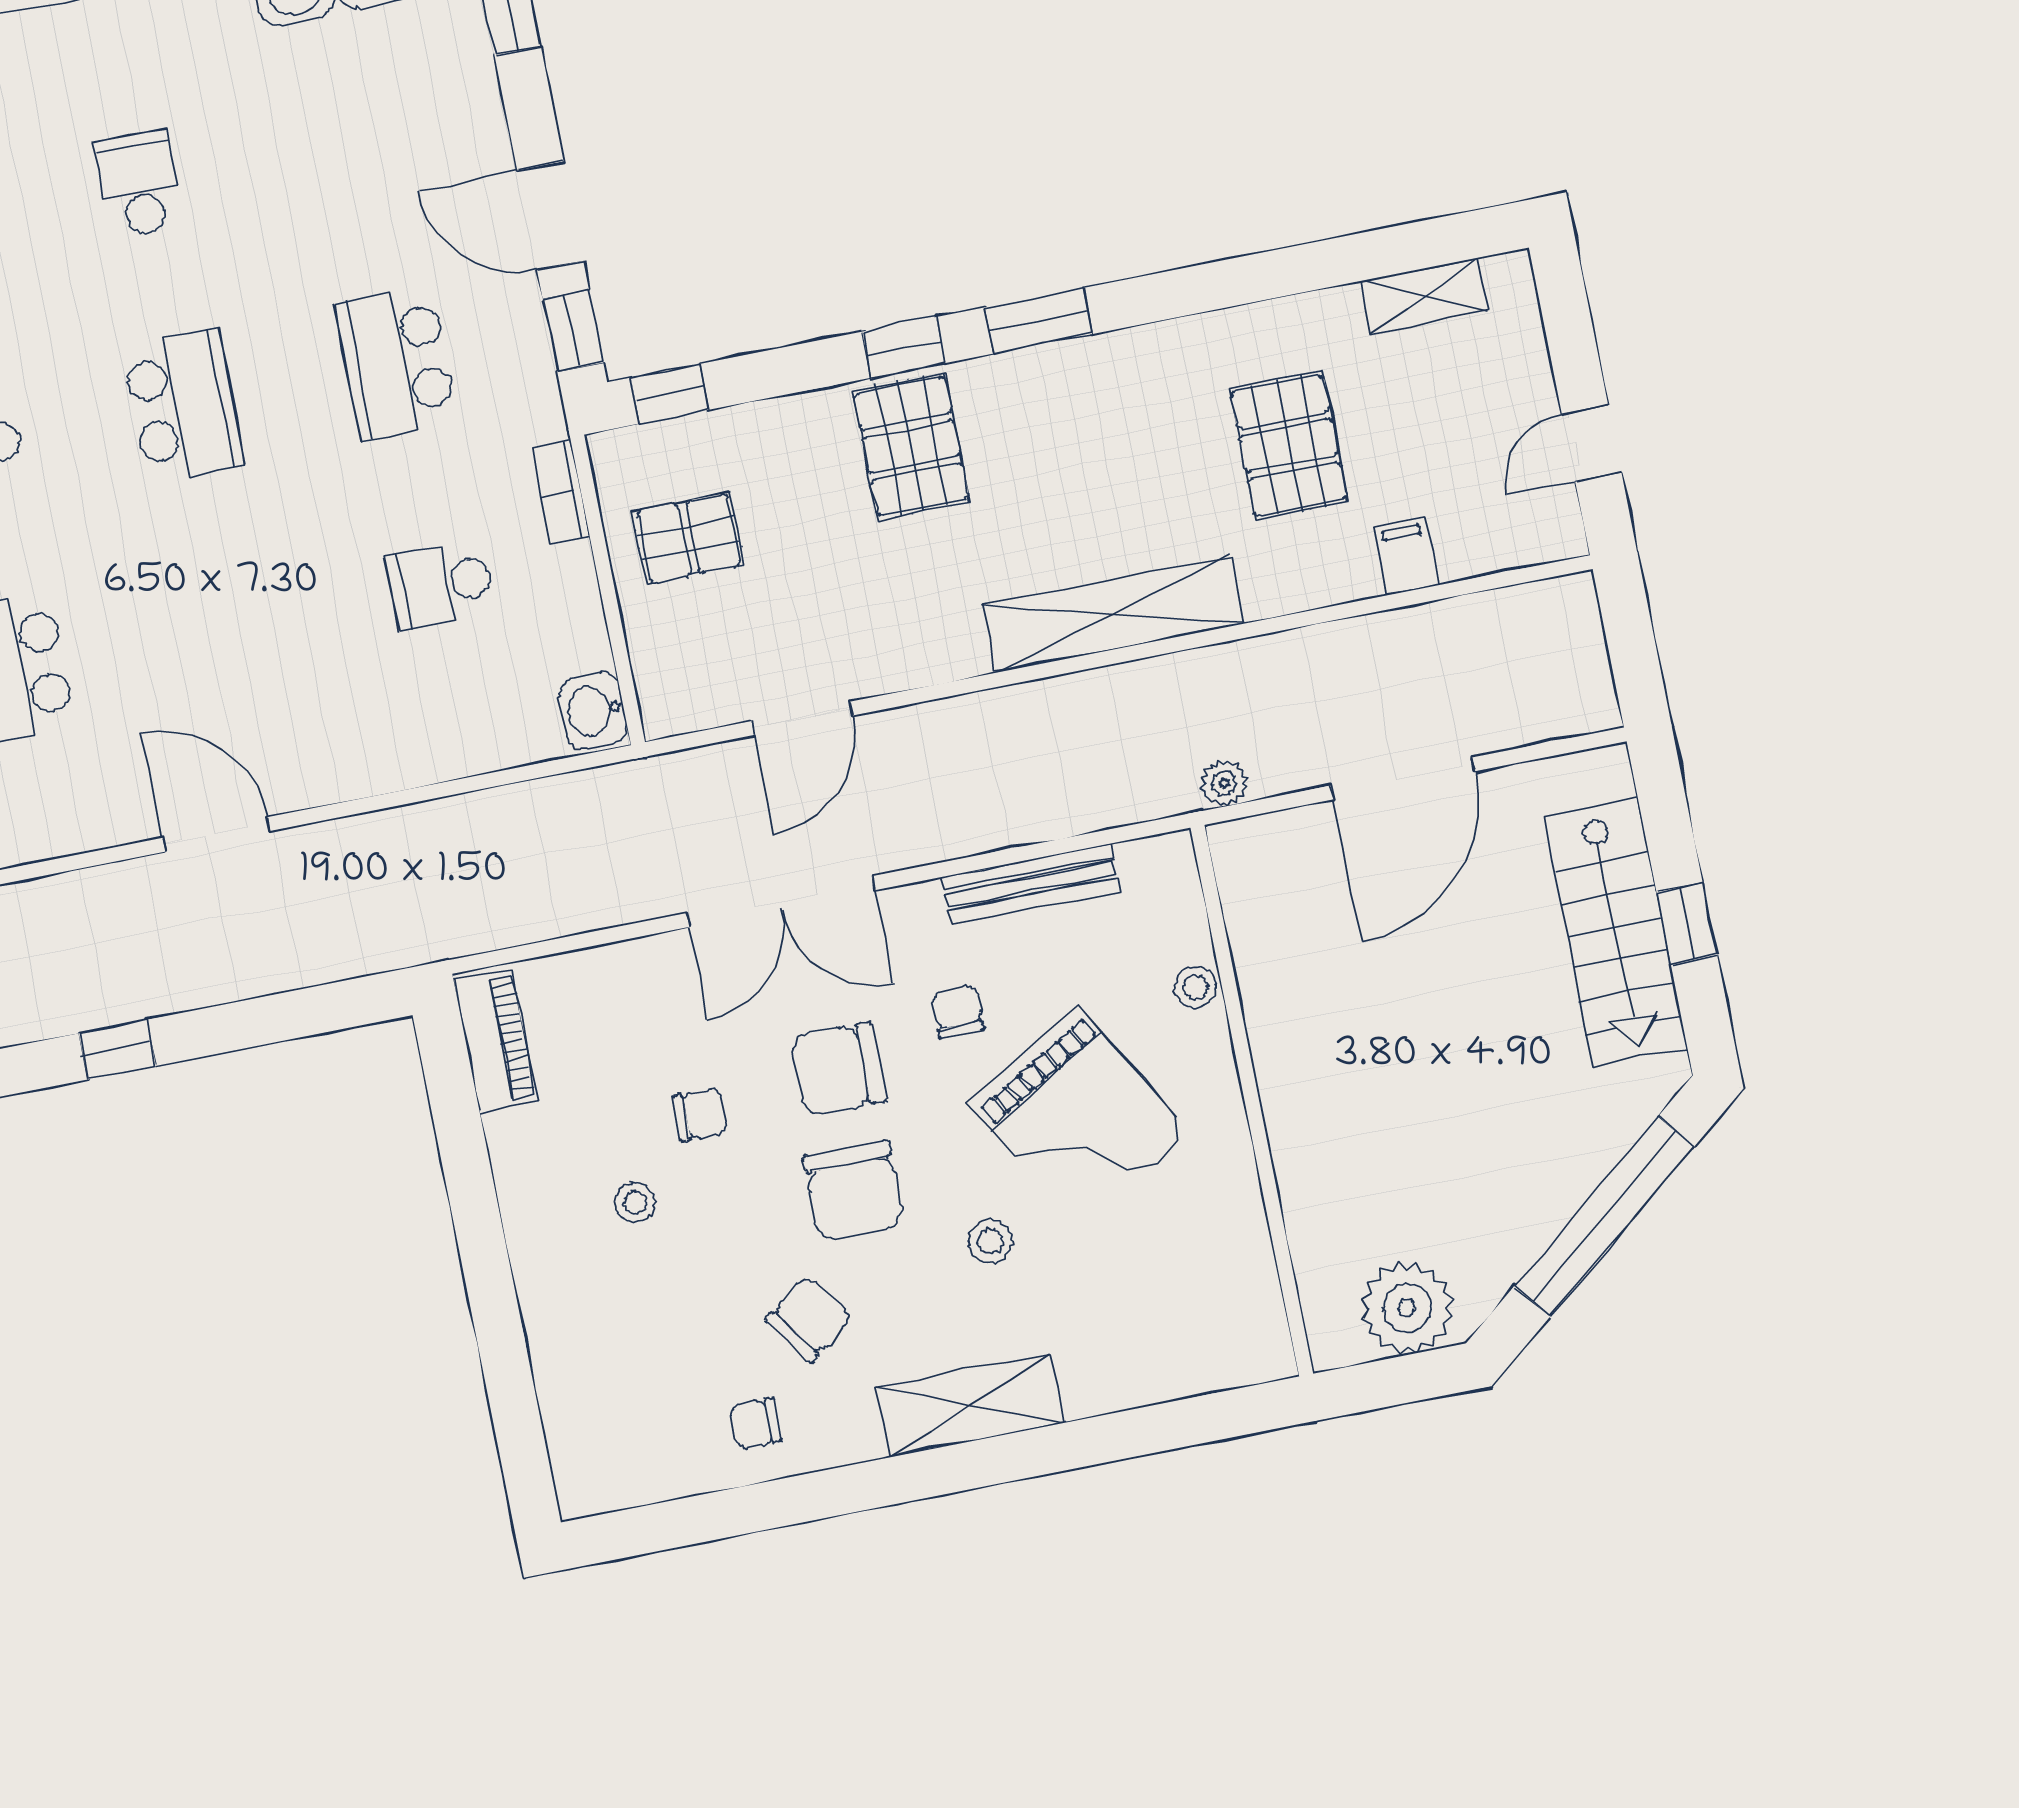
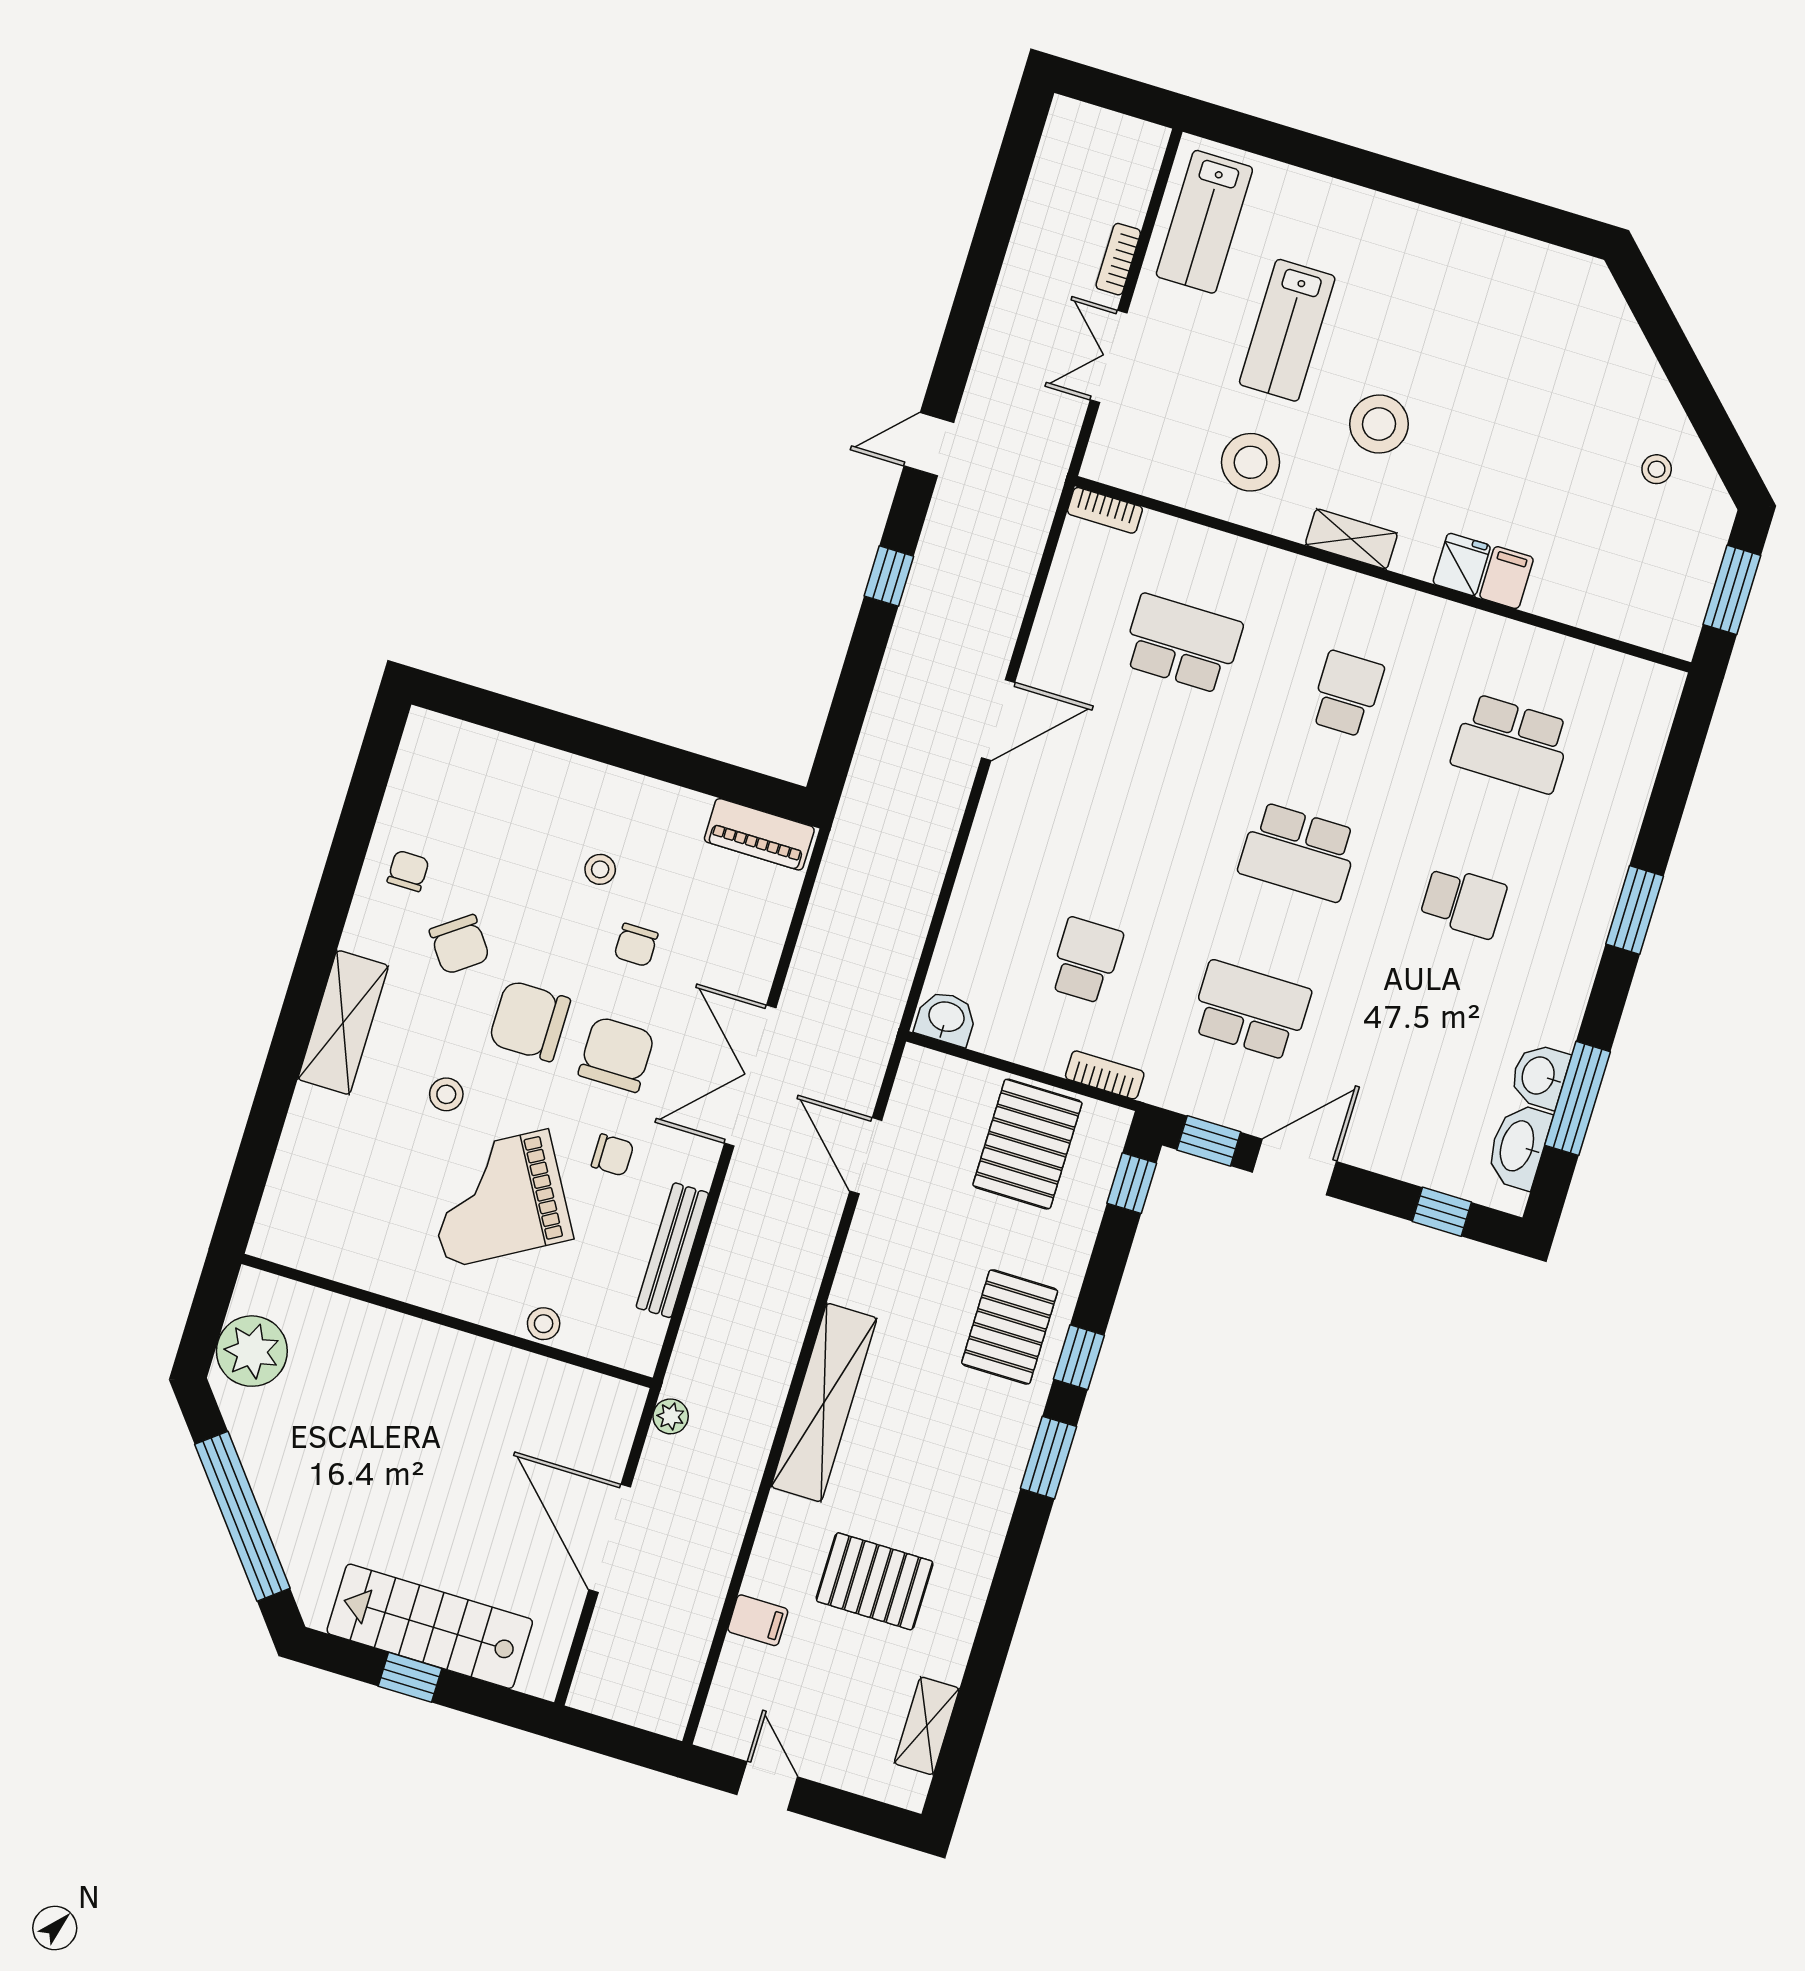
pallet: (911, 446) -> (1010, 1327), turned 90
pallet: (689, 539) -> (1027, 1144), width x1.50, depth x1.42

